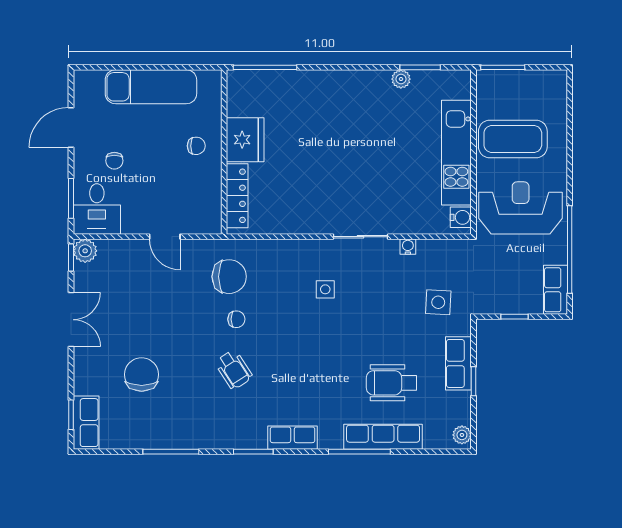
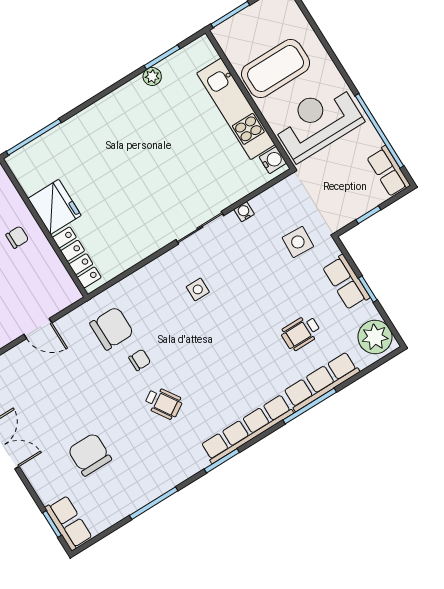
wheelchair: (392, 383) -> (301, 333), width x0.73, depth x0.73
plant: (462, 435) -> (375, 337), width x1.87, depth x1.87
row of seats: (292, 438) -> (247, 429), width x2.02

